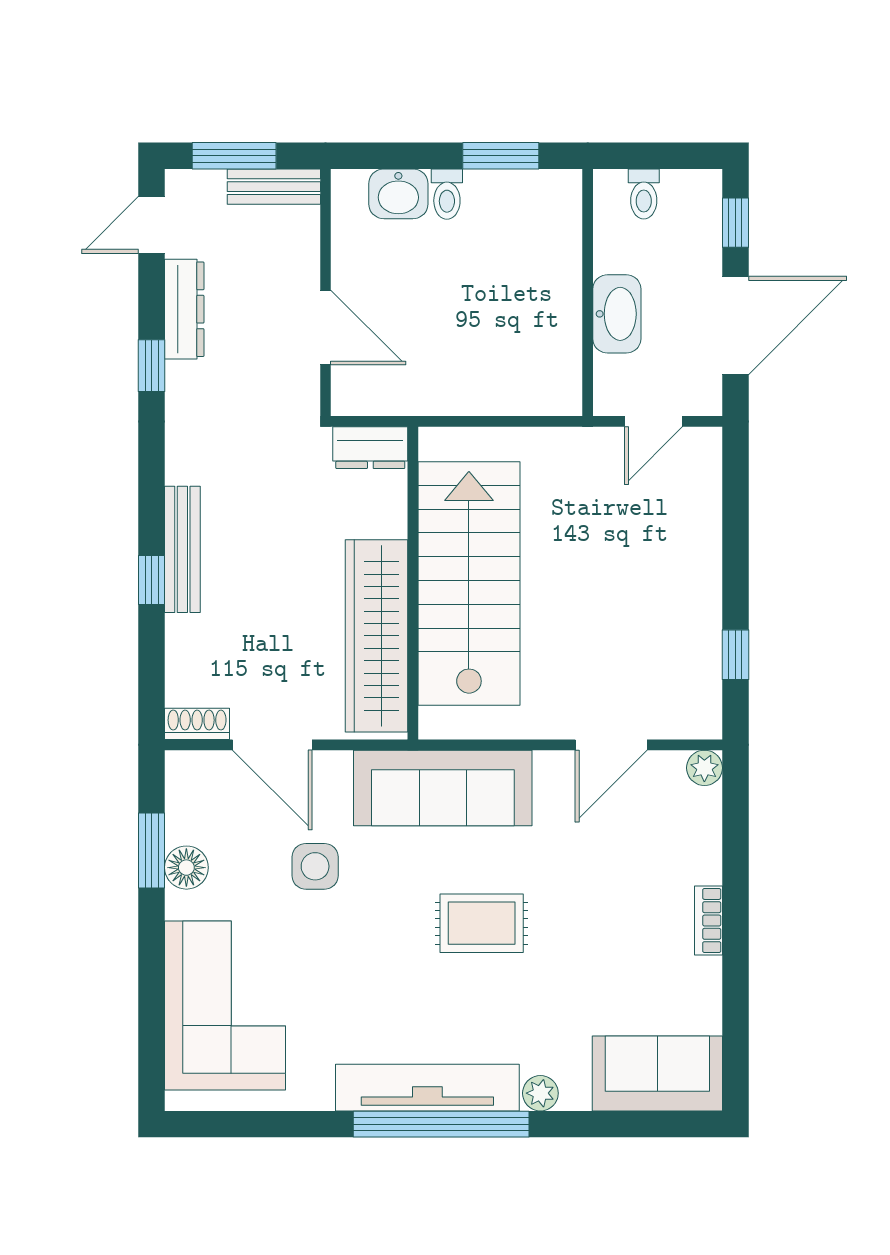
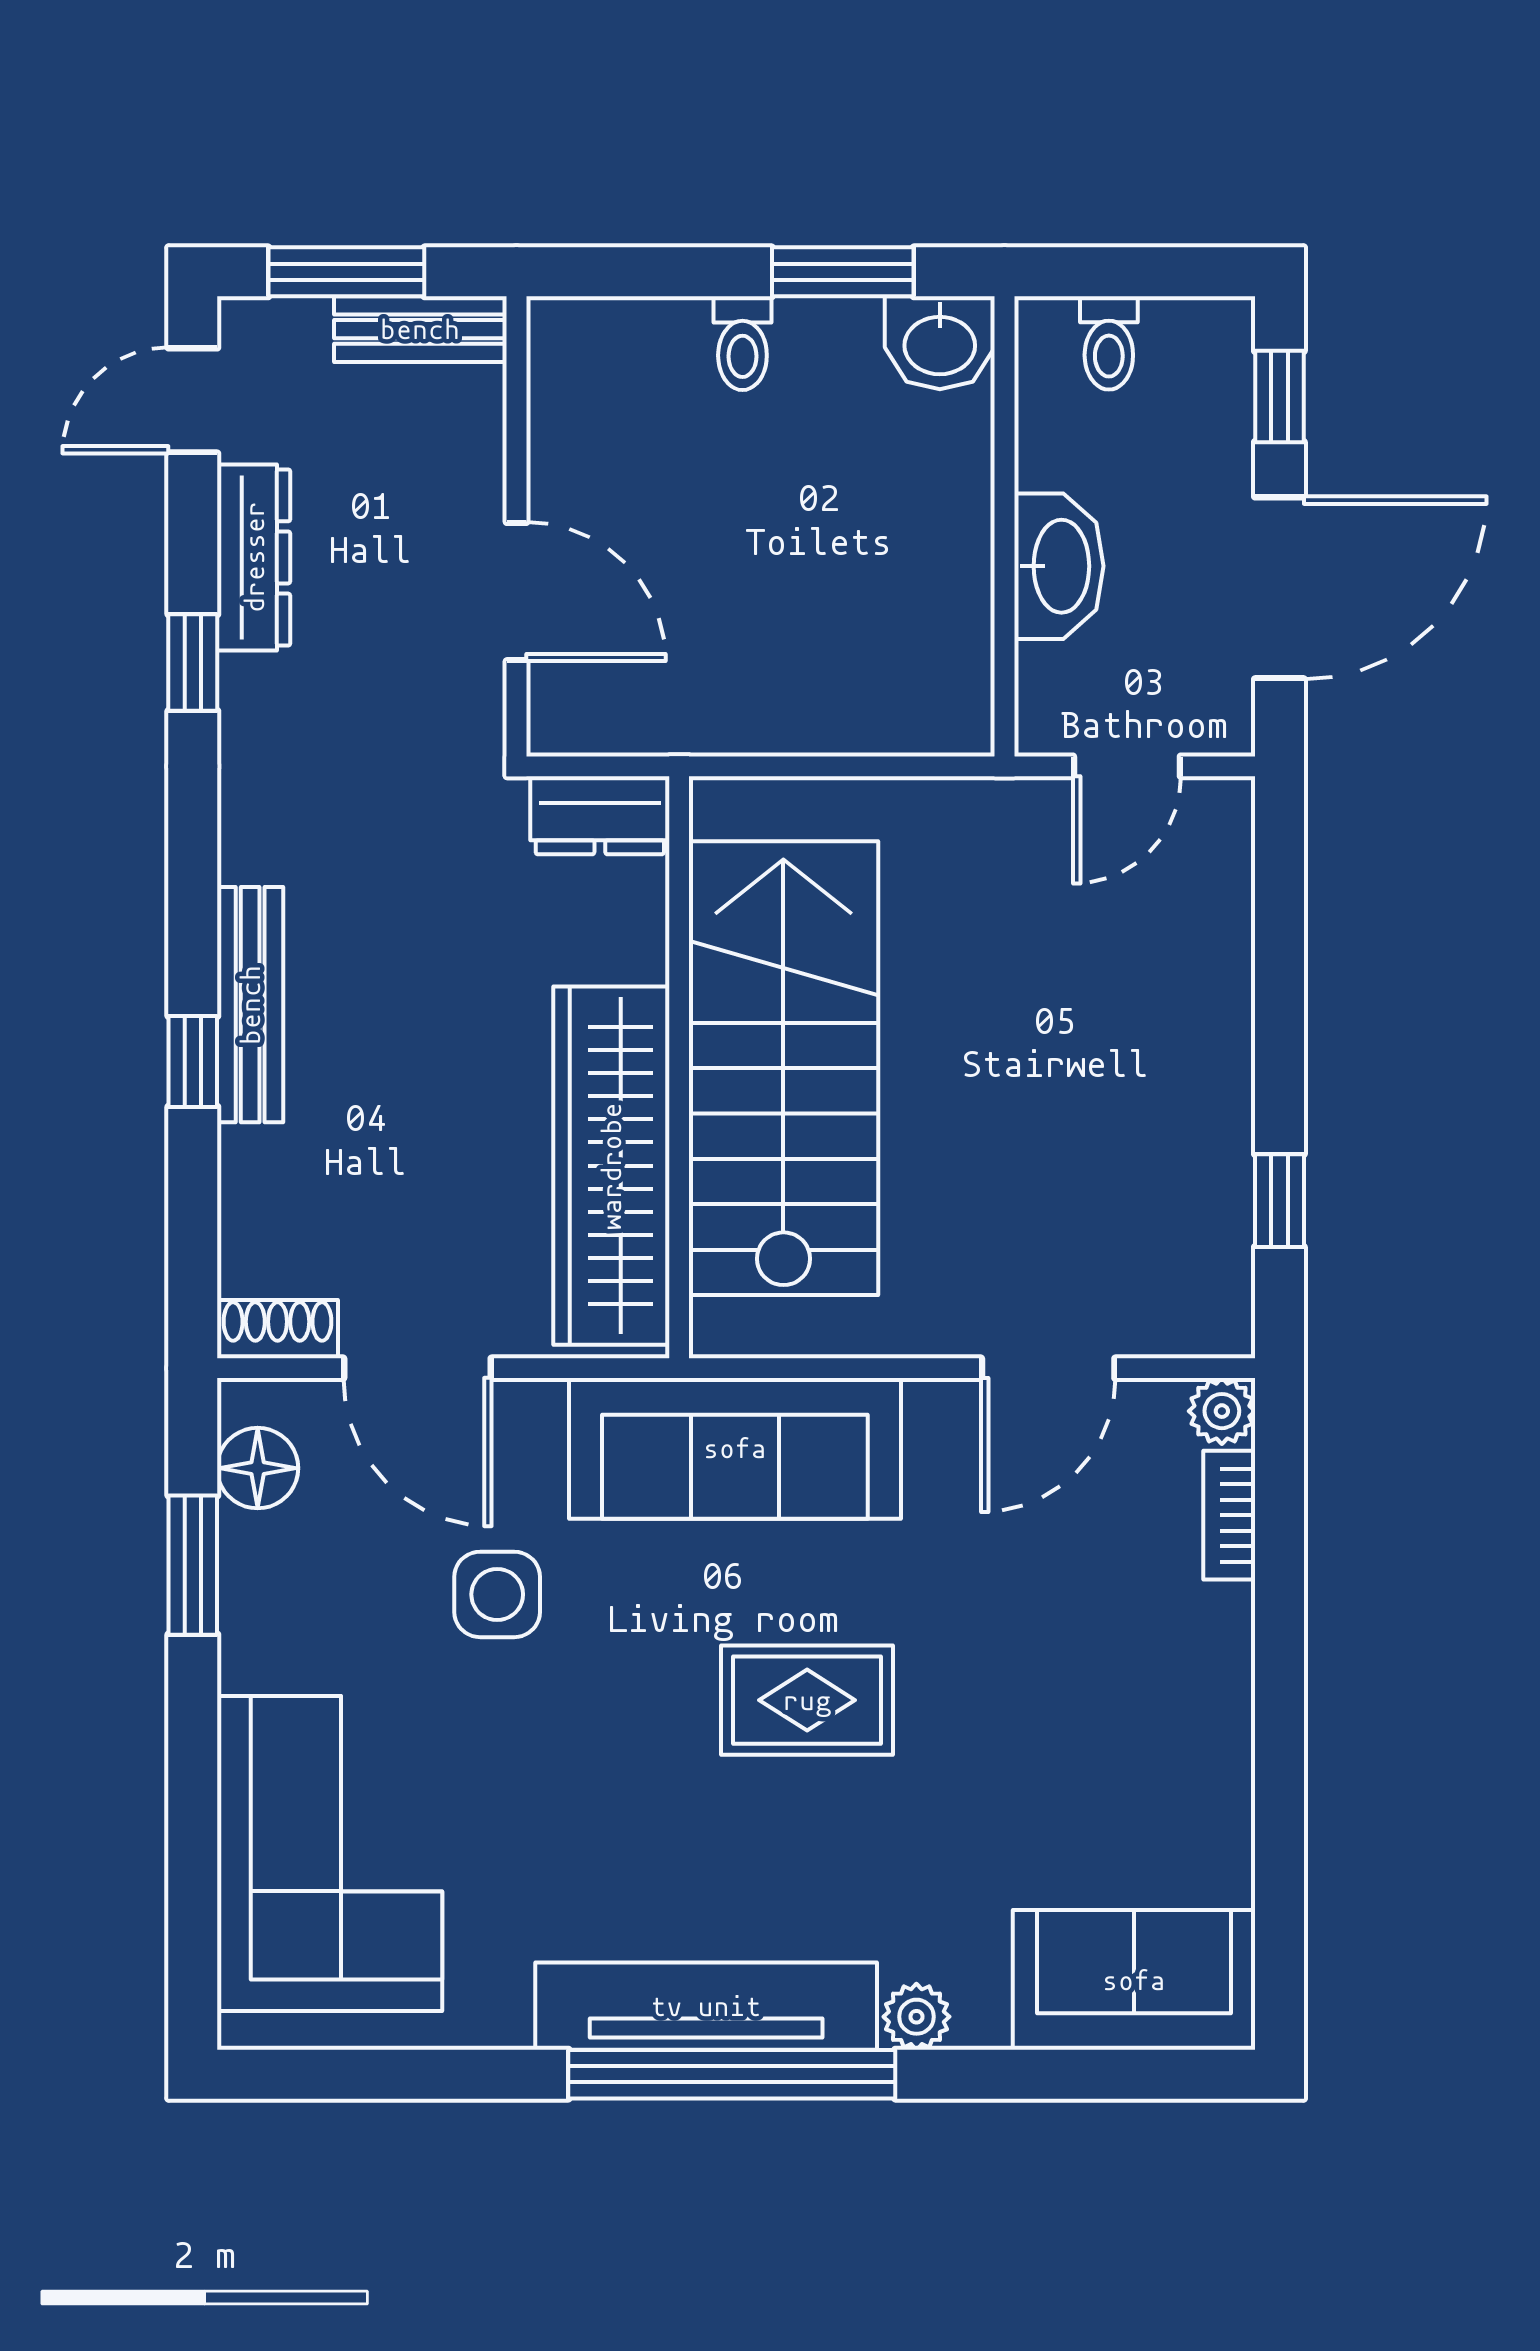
washbasin: (398, 194) -> (940, 343), moved
floor lamp: (186, 868) -> (258, 1468), moved
bookcase: (708, 921) -> (1229, 1515), moved

